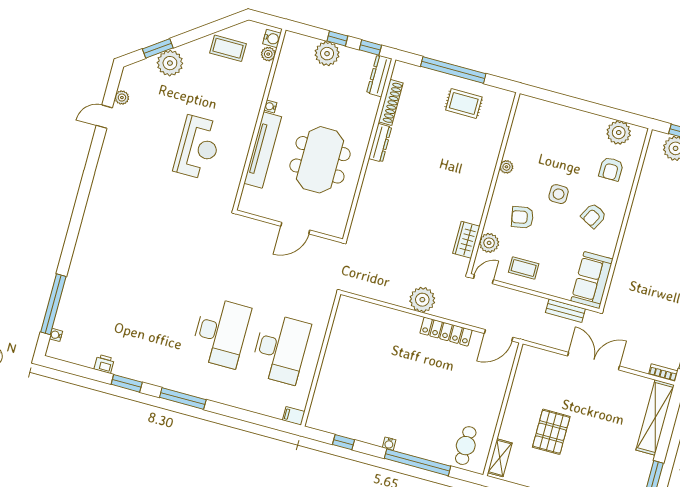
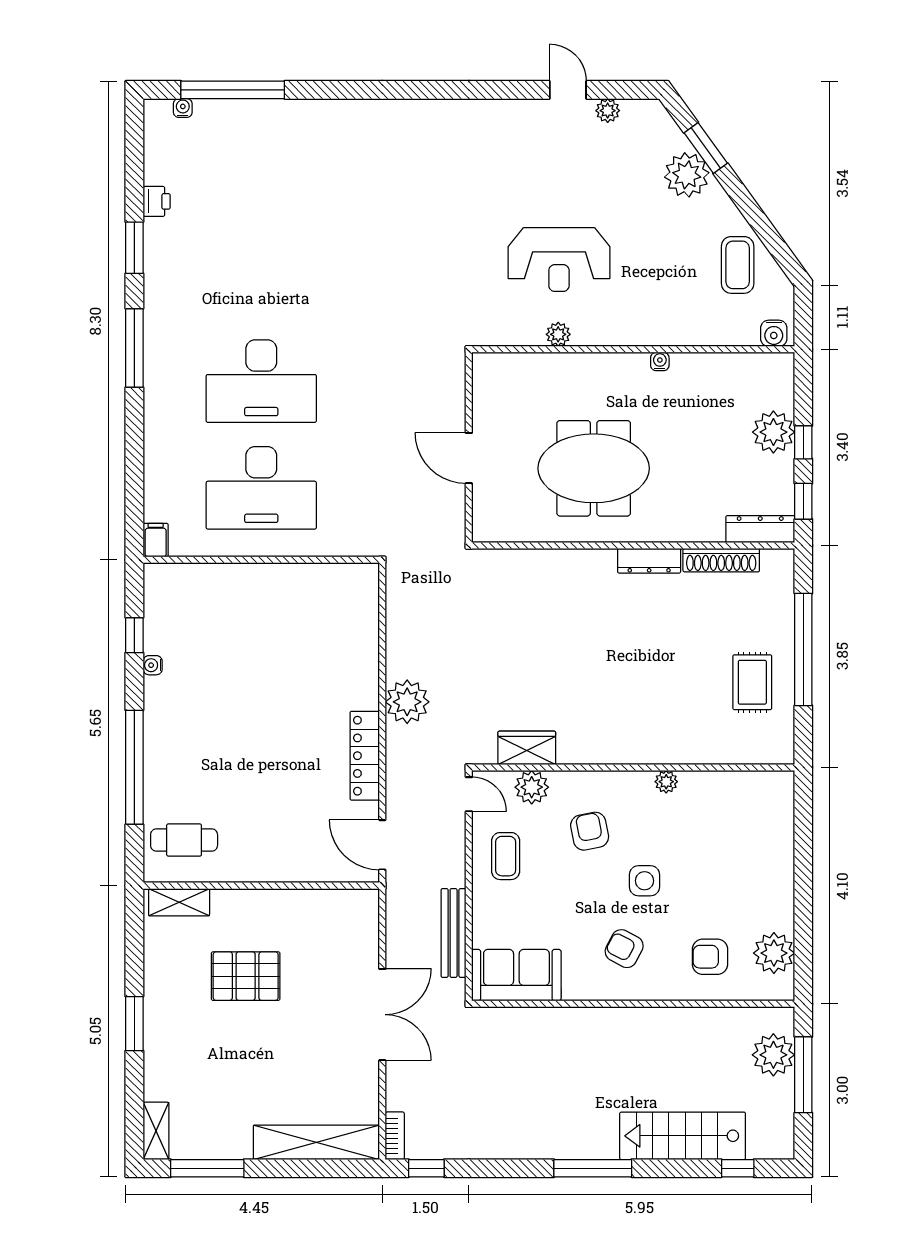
plant: (268, 54) -> (558, 334), moved
tv unit: (263, 150) -> (584, 369), removed
bench: (565, 311) -> (454, 933), width x1.36
water cooler: (389, 444) -> (153, 665), moved

